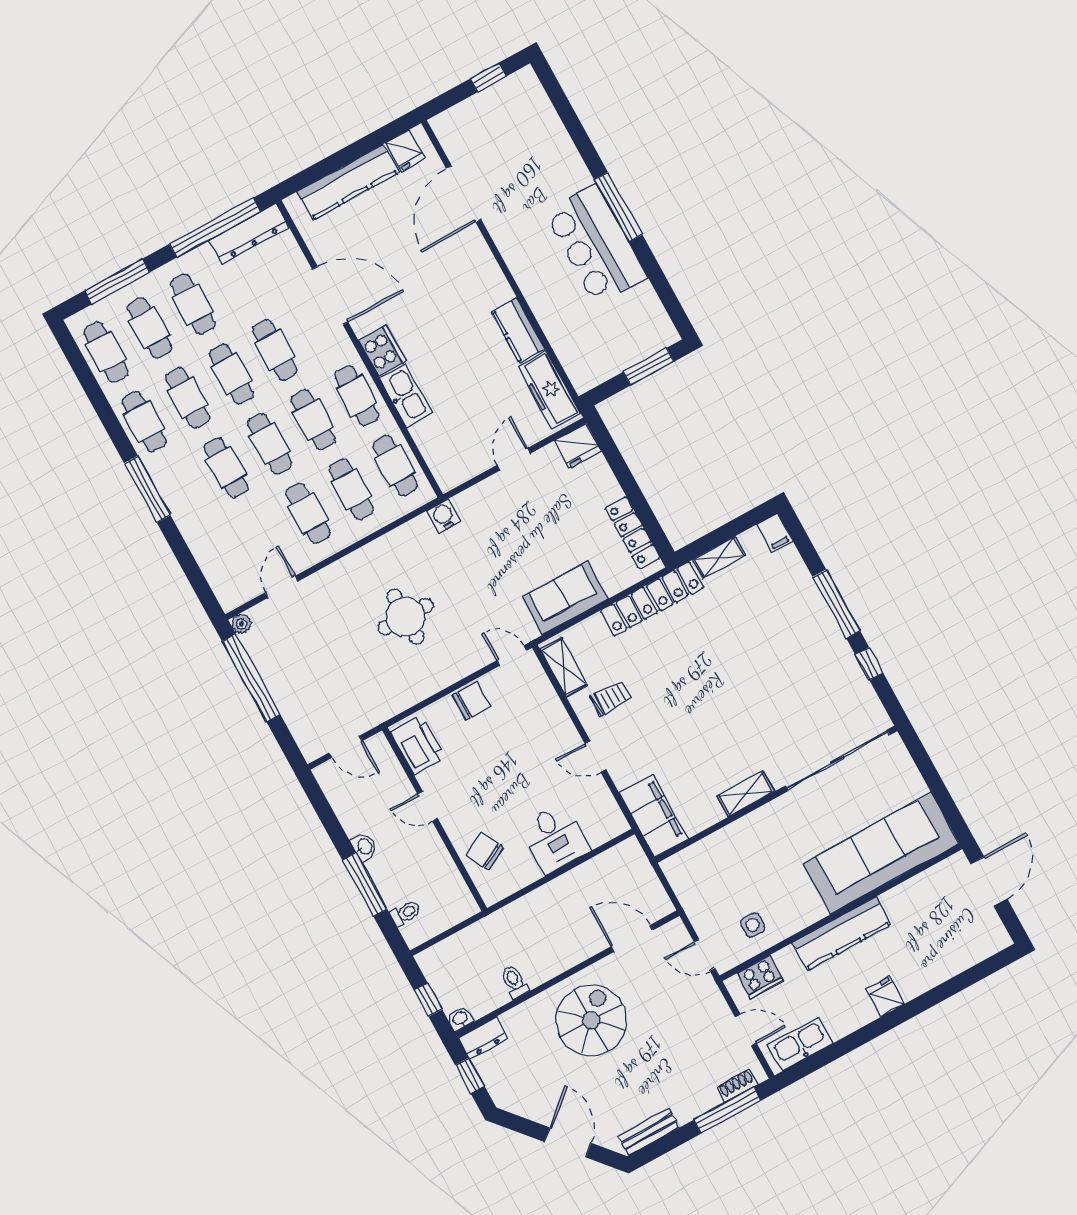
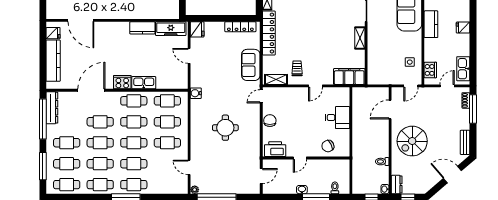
cafe table: (183, 491) -> (134, 185), added
kitchen counter: (842, 934) -> (431, 24), width x0.67
spiral stairs: (591, 1020) -> (412, 141), turned -90

